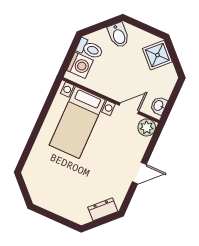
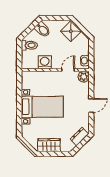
washing machine: (80, 65) -> (45, 62), moved, turned -90
bed with nightstands: (77, 122) -> (42, 107), moved, turned -90
wardrobe: (54, 202) -> (49, 145), added

